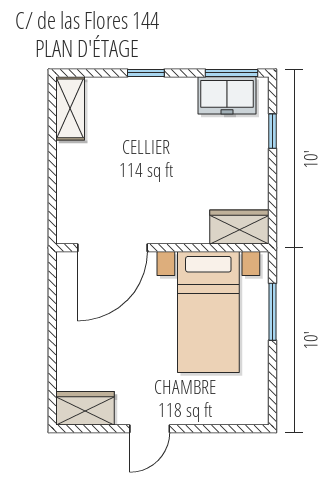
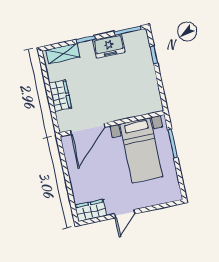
freezer: (227, 95) -> (109, 46), moved
shelving: (70, 108) -> (63, 54), moved, turned 90
wardrobe: (239, 227) -> (60, 96), moved, turned 90

